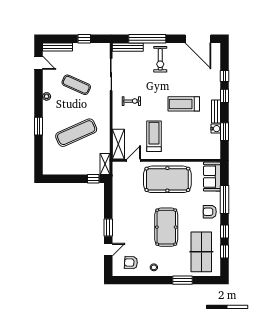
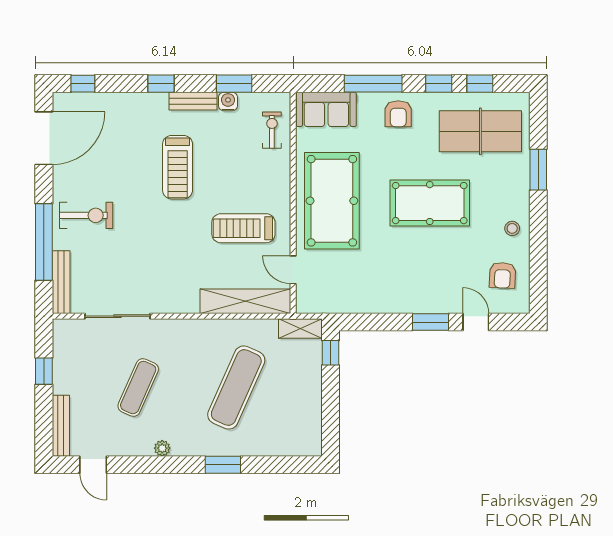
door: (38, 63) -> (93, 465), swing flipped
window: (225, 76) -> (83, 84), moved
exercise bike: (131, 101) -> (272, 130), moved
exercise mat: (76, 133) -> (236, 387), turned 48
shelving: (118, 144) -> (245, 301), width x1.47

